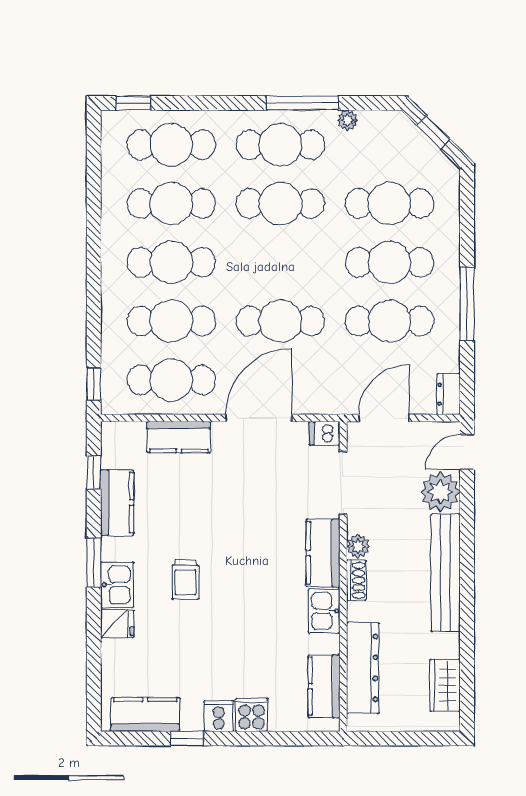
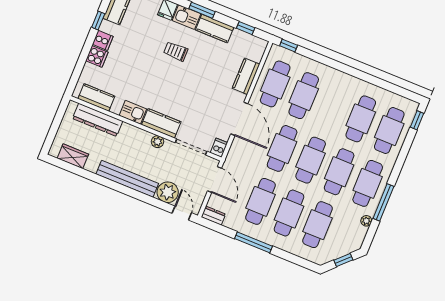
cafe table: (171, 262) -> (311, 160), moved
kitchen counter: (117, 503) -> (215, 29), moved
shoe rack: (356, 580) -> (141, 134), removed

